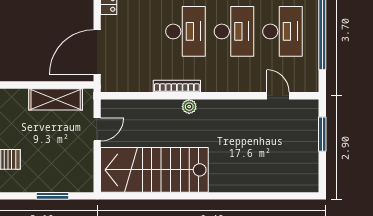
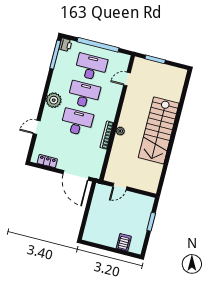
shelving: (56, 99) -> (97, 206), removed
door: (97, 129) -> (120, 187), swing flipped
stairs: (154, 170) -> (159, 130), moved

